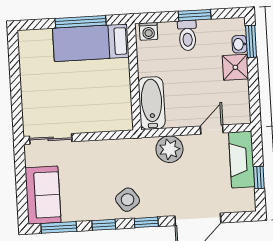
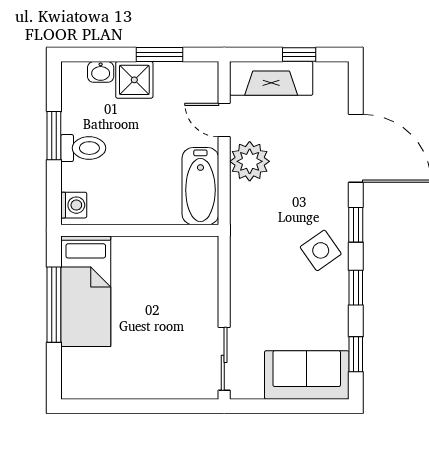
window: (251, 41) -> (159, 54), moved
bathtub: (152, 103) -> (200, 186), moved, turned -90
plant: (169, 149) -> (250, 161), moved
window: (59, 227) -> (356, 354), width x0.67

